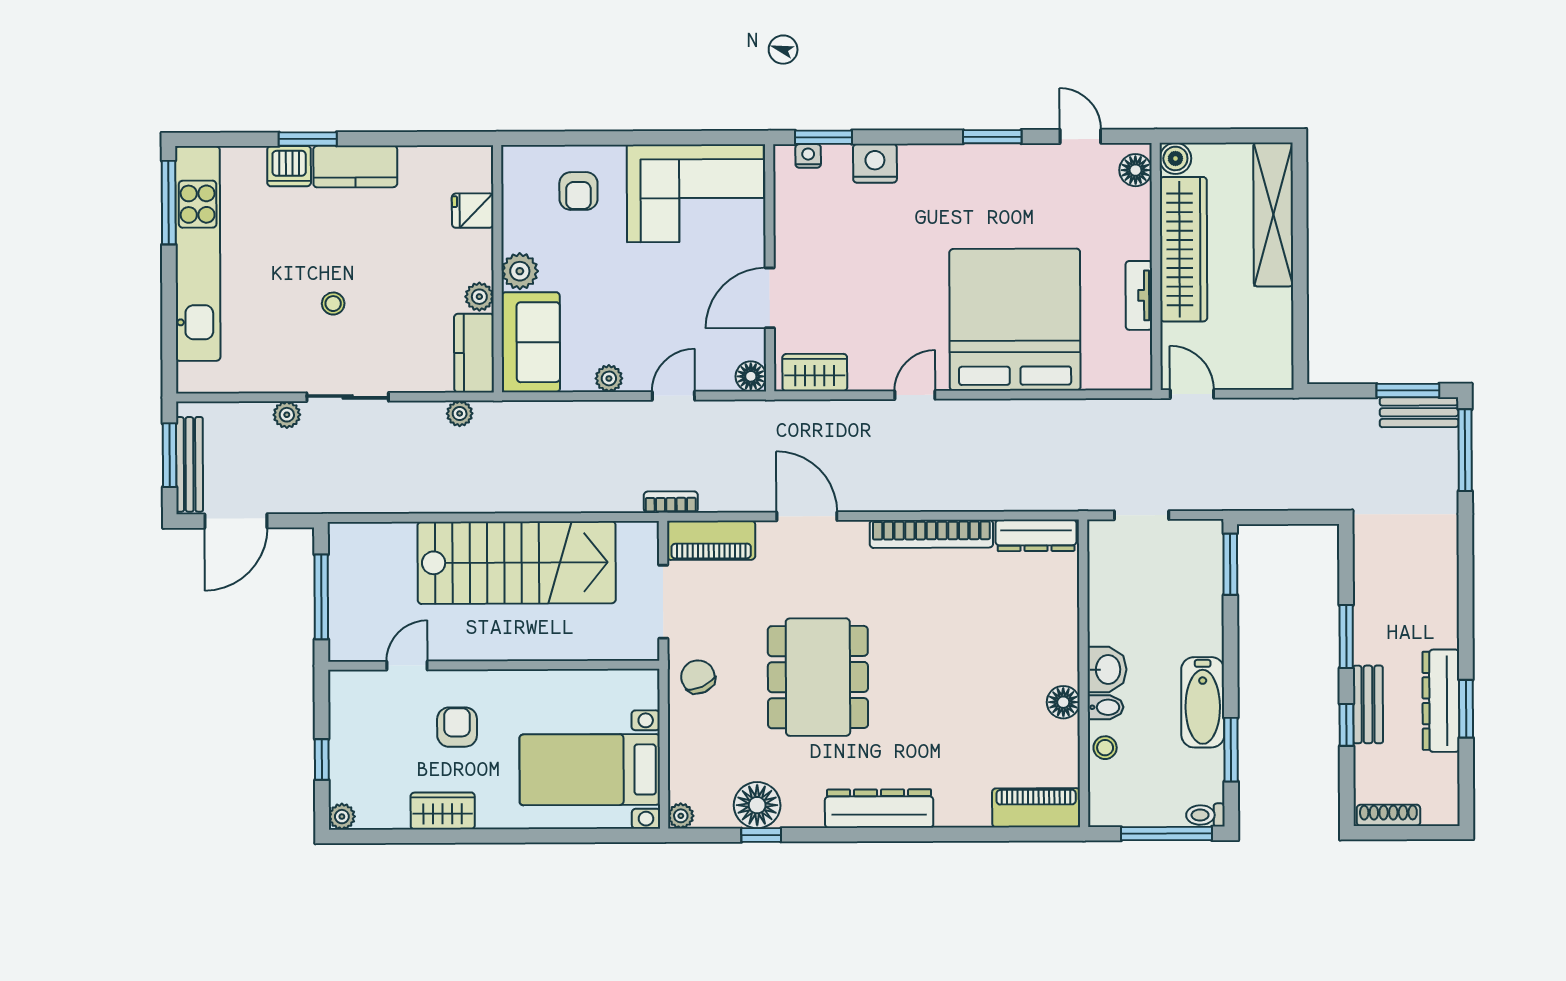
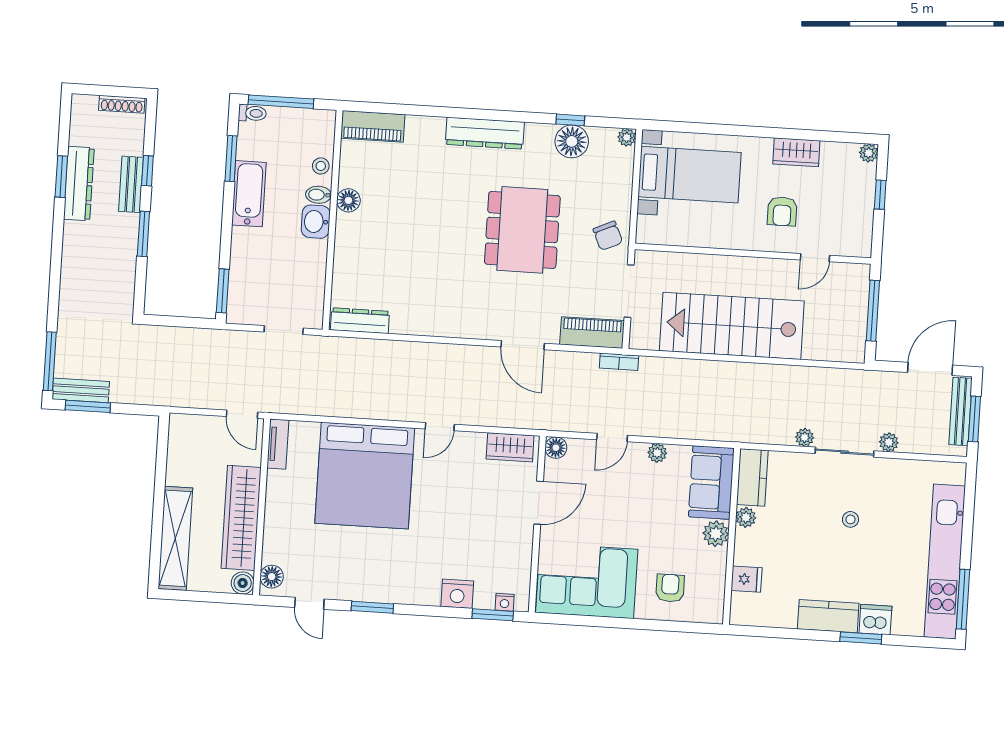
tv unit: (1139, 295) -> (278, 444), moved
plant: (460, 414) -> (805, 437), moved
bookcase: (931, 534) -> (435, 327), removed

